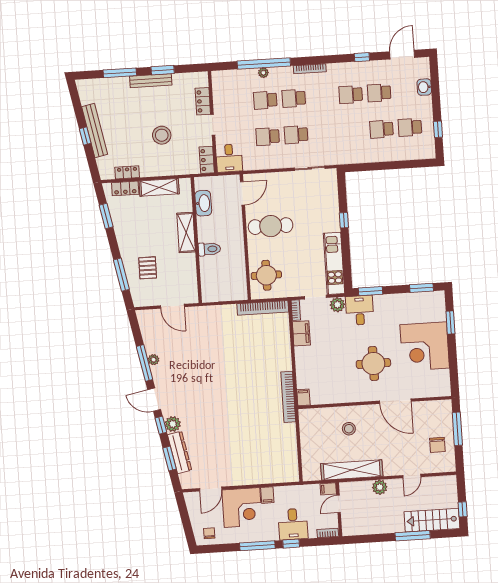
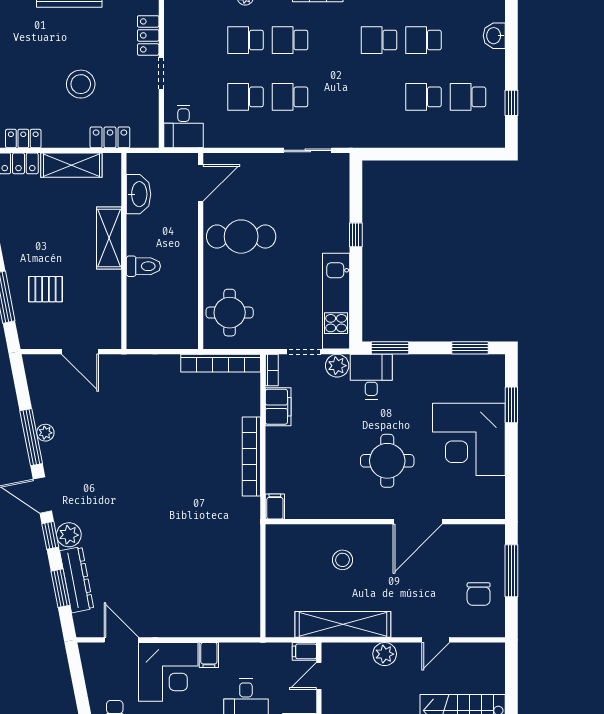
locker: (207, 160) -> (110, 137), moved, turned 90
pallet: (148, 268) -> (45, 289), turned 90
bookcase: (288, 397) -> (251, 456), moved
door: (395, 401) -> (418, 522), hinge flipped
door: (211, 489) -> (121, 640), swing flipped
window: (463, 509) -> (511, 697), removed

